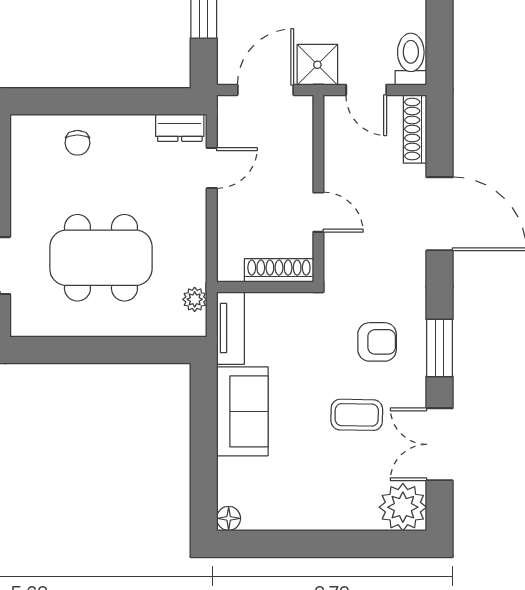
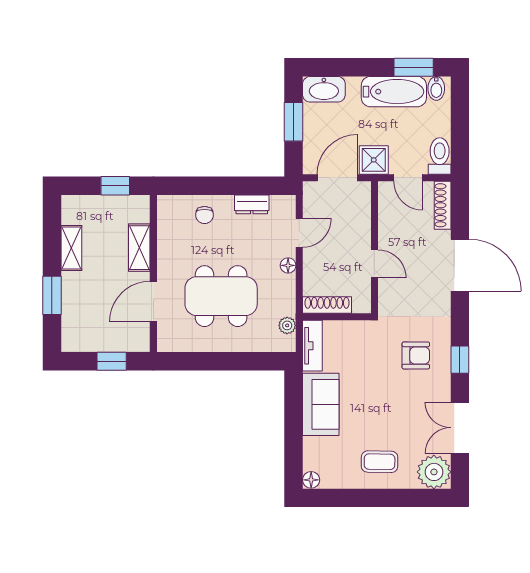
dresser: (180, 128) -> (252, 204), moved
floor lamp: (196, 214) -> (288, 265), added
shoe rack: (279, 270) -> (327, 305), moved
window: (440, 348) -> (460, 360), width x0.67
coffee table: (357, 415) -> (380, 462), moved

